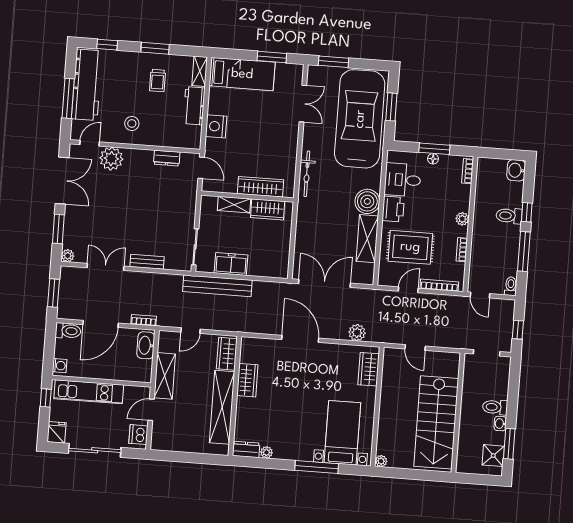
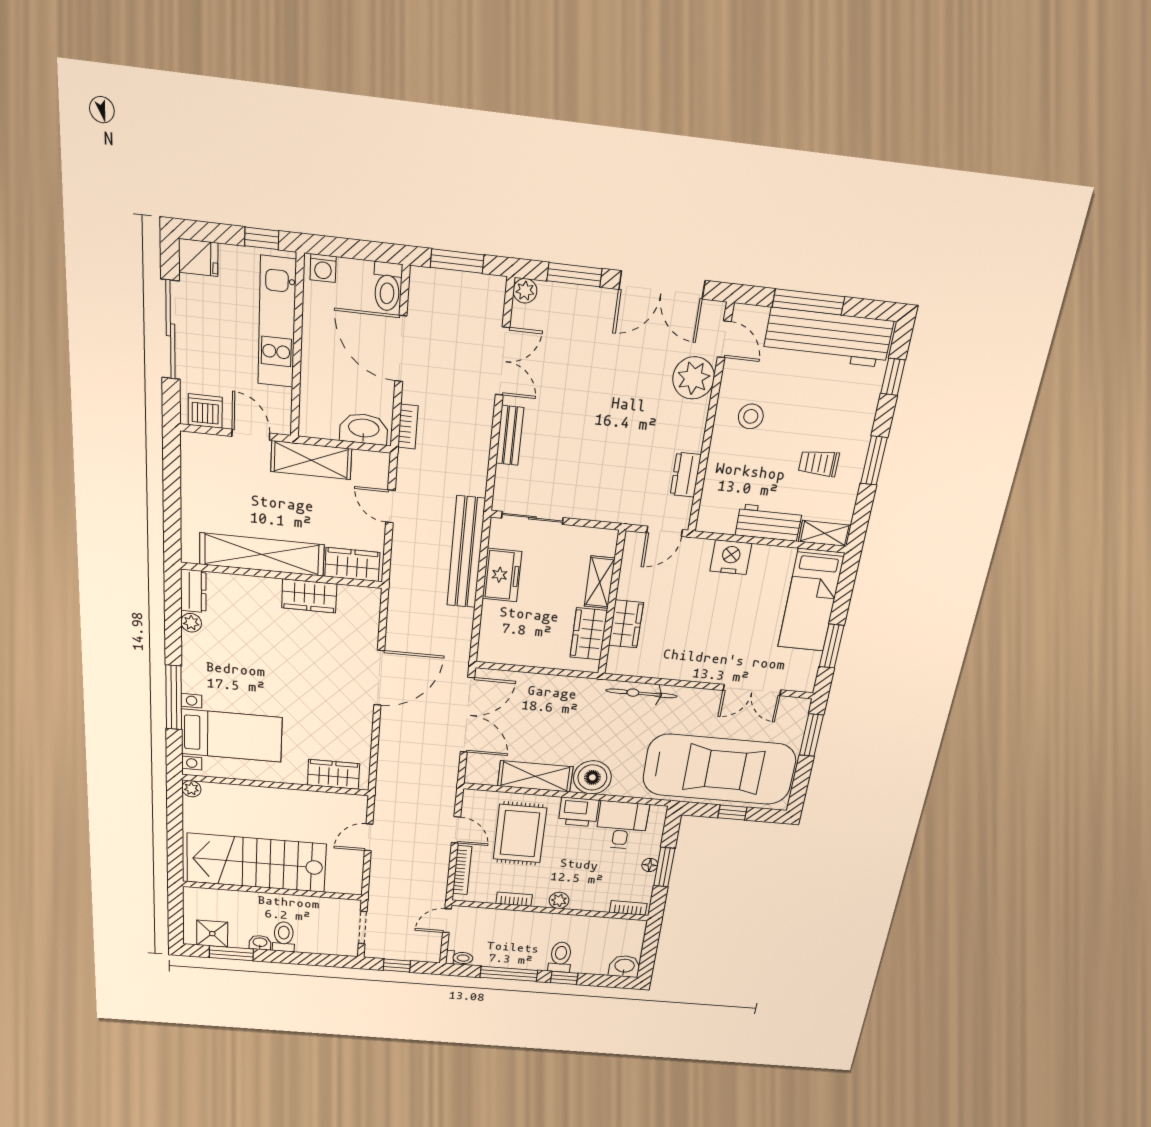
window: (391, 107) -> (732, 812), width x0.67
wardrobe: (260, 187) -> (626, 624), width x0.67
plant: (357, 333) -> (390, 759), removed

